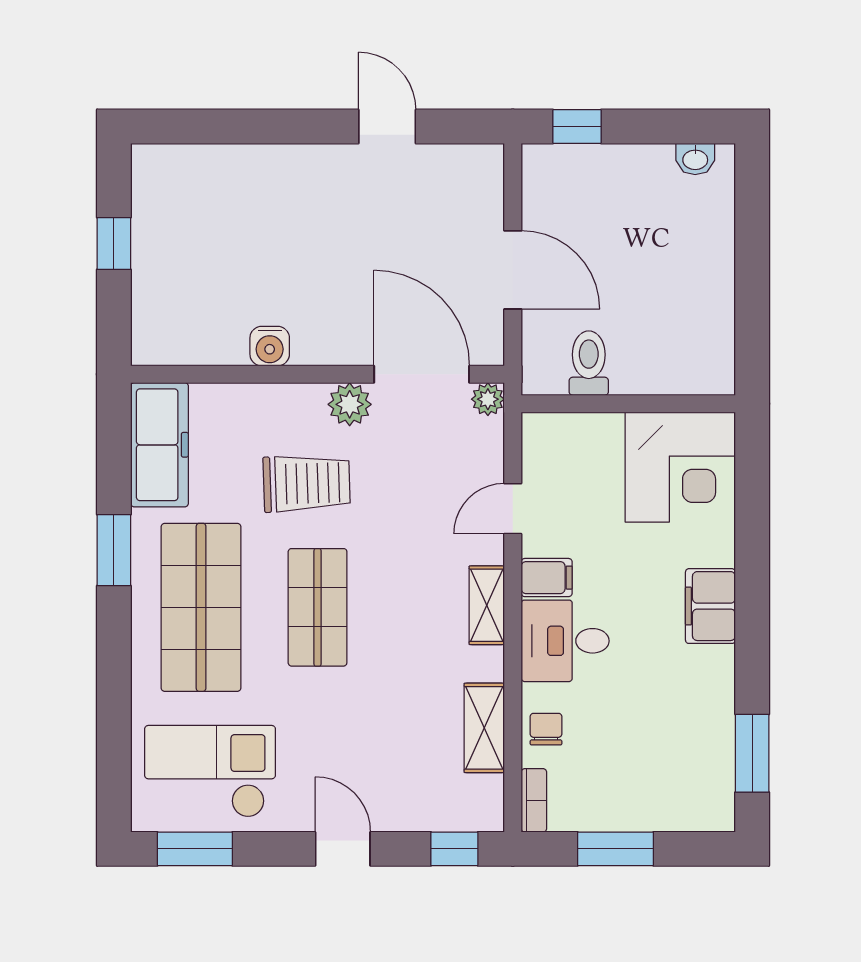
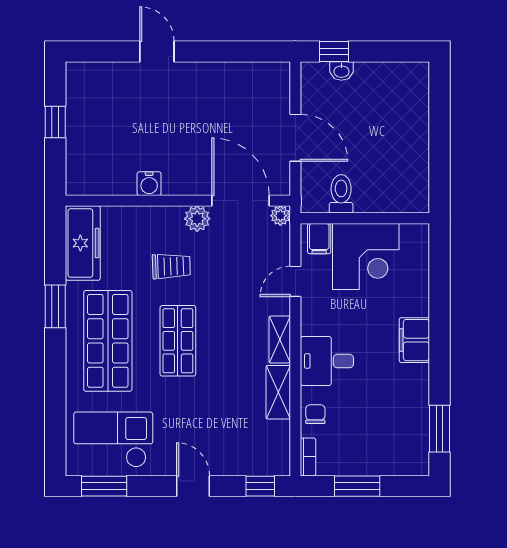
door: (387, 126) -> (157, 52), moved
washbasin: (695, 159) -> (341, 71), moved
corner desk: (680, 467) -> (366, 256), moved
trolley: (307, 483) -> (171, 266), width x0.73, depth x0.72
filing cabinet: (547, 578) -> (319, 239), moved, turned 90
shelving: (484, 728) -> (278, 392), moved

